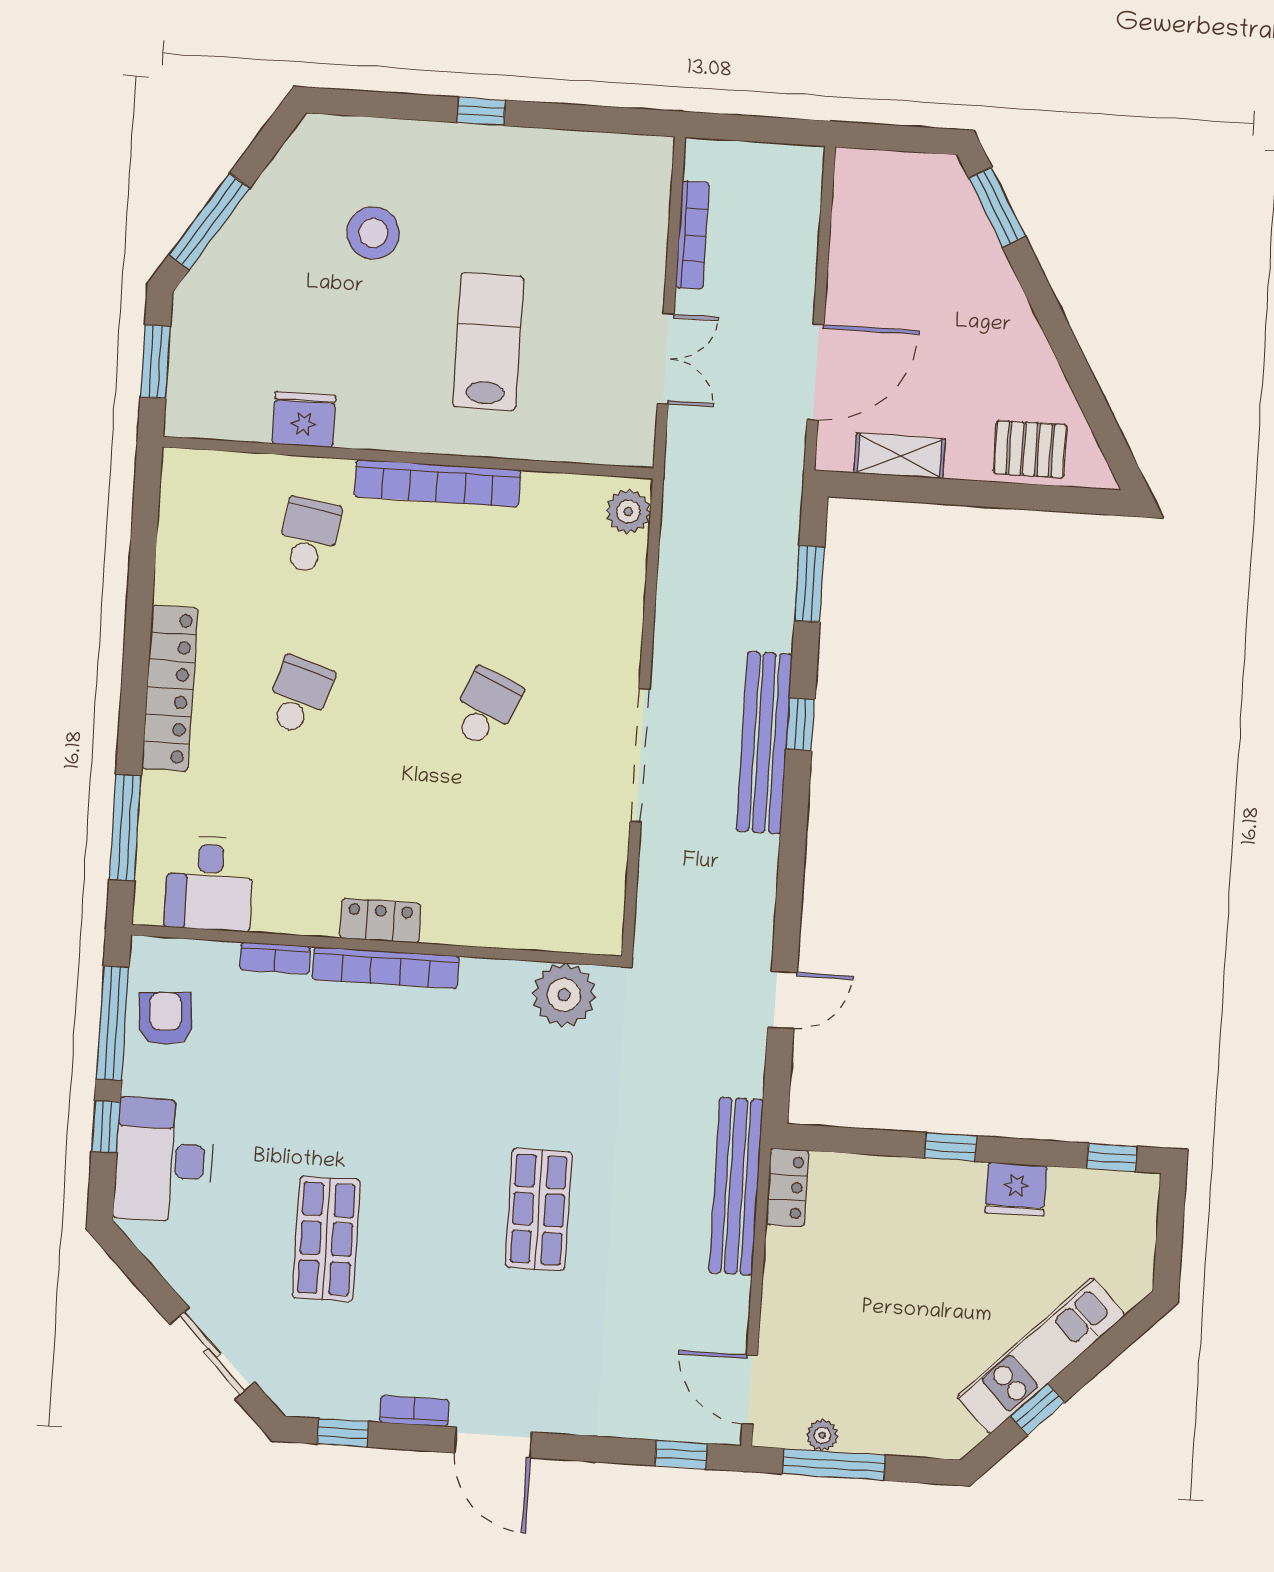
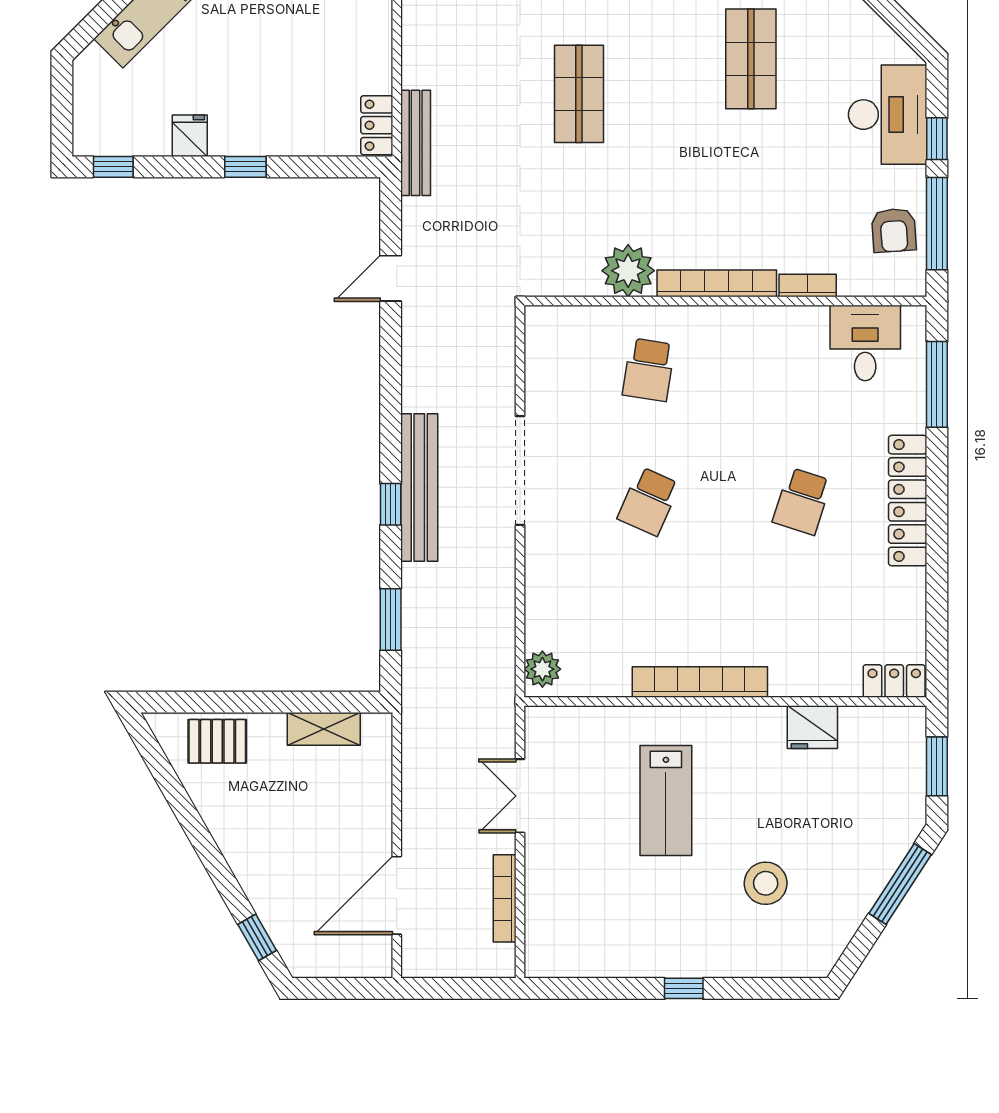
window: (997, 207) -> (257, 937), width x0.67
door: (816, 372) -> (397, 895), moved
school desk: (309, 535) -> (649, 370), moved
locker: (380, 921) -> (894, 681), moved, turned 180
plant: (564, 995) -> (628, 271), moved
bench: (736, 1186) -> (416, 143), width x0.73, depth x0.82
fridge: (1016, 1189) -> (190, 136), width x0.72

